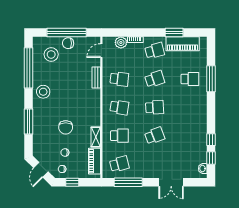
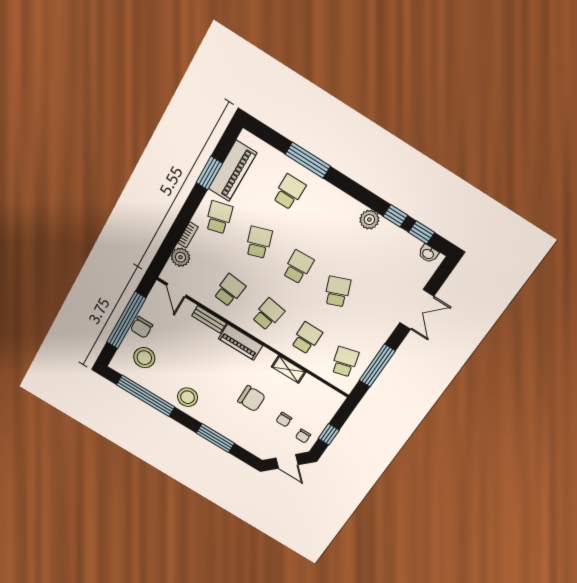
plant: (201, 128) -> (369, 220), added
piano: (94, 161) -> (241, 342), moved

